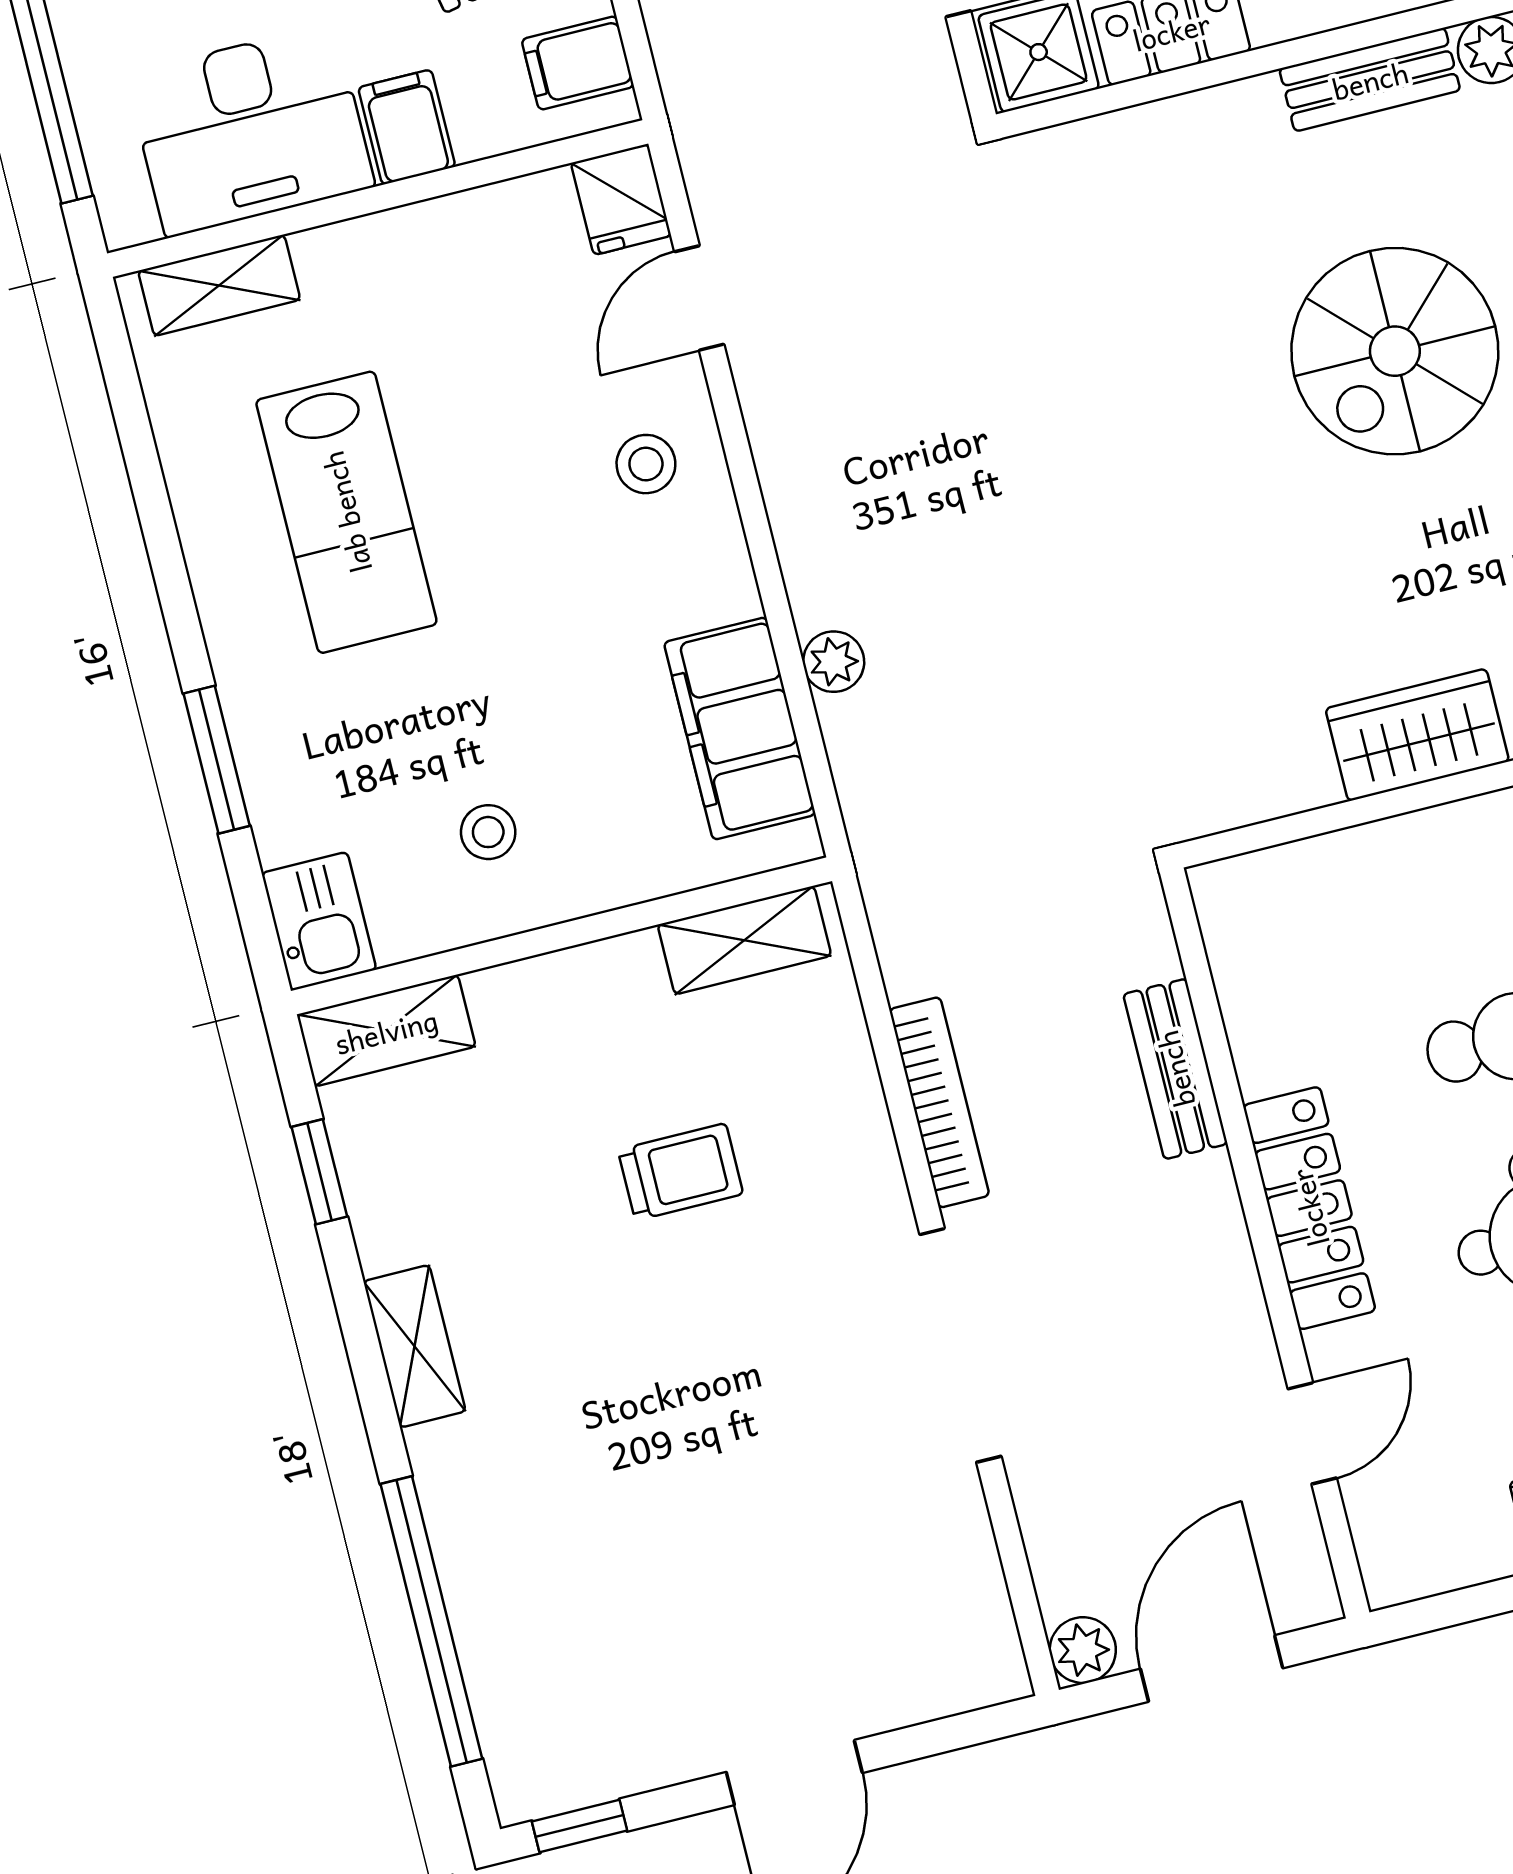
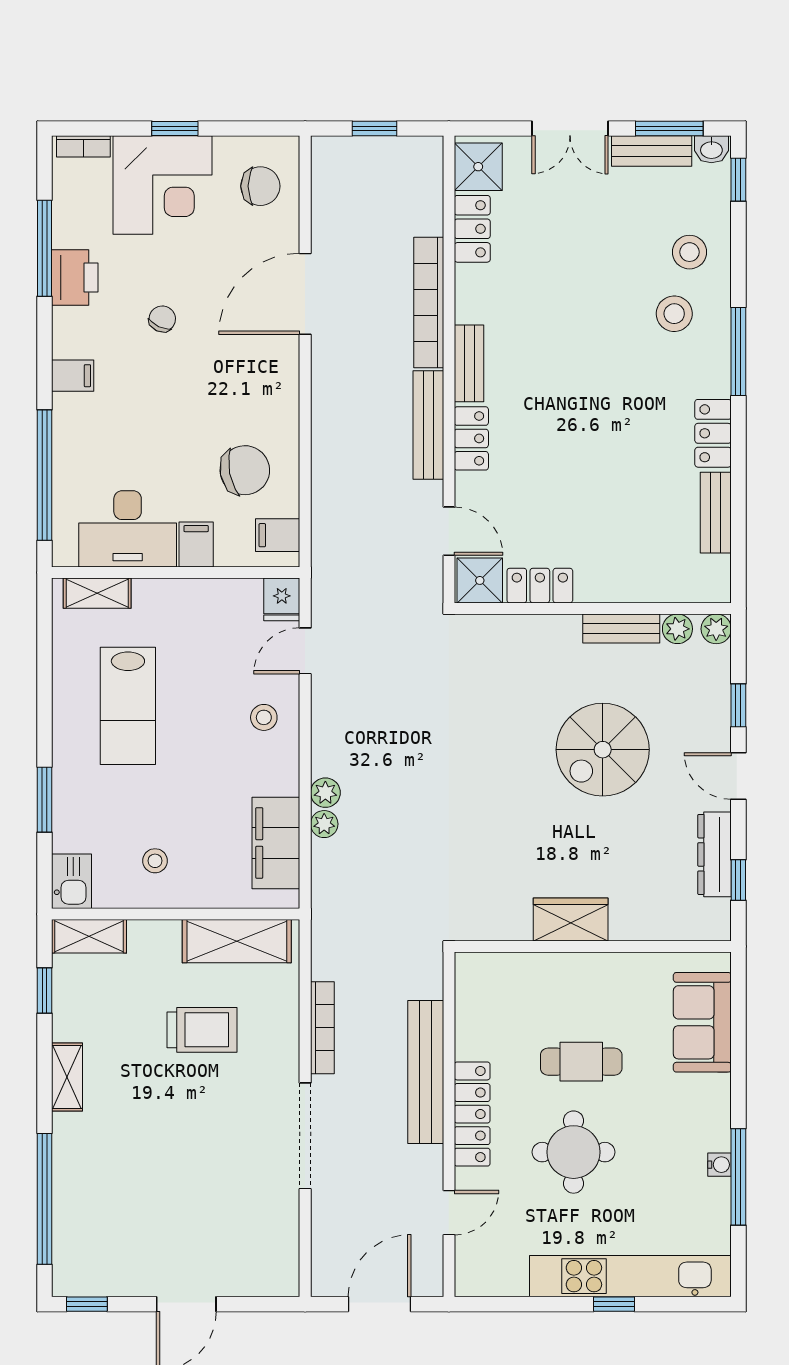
shelving: (744, 940) -> (237, 941), width x1.50, depth x1.33
bench: (1175, 1069) -> (426, 1072), width x1.86, depth x1.21
trolley: (681, 1172) -> (202, 1030), width x1.36, depth x1.39
plant: (1083, 1650) -> (325, 793), moved

